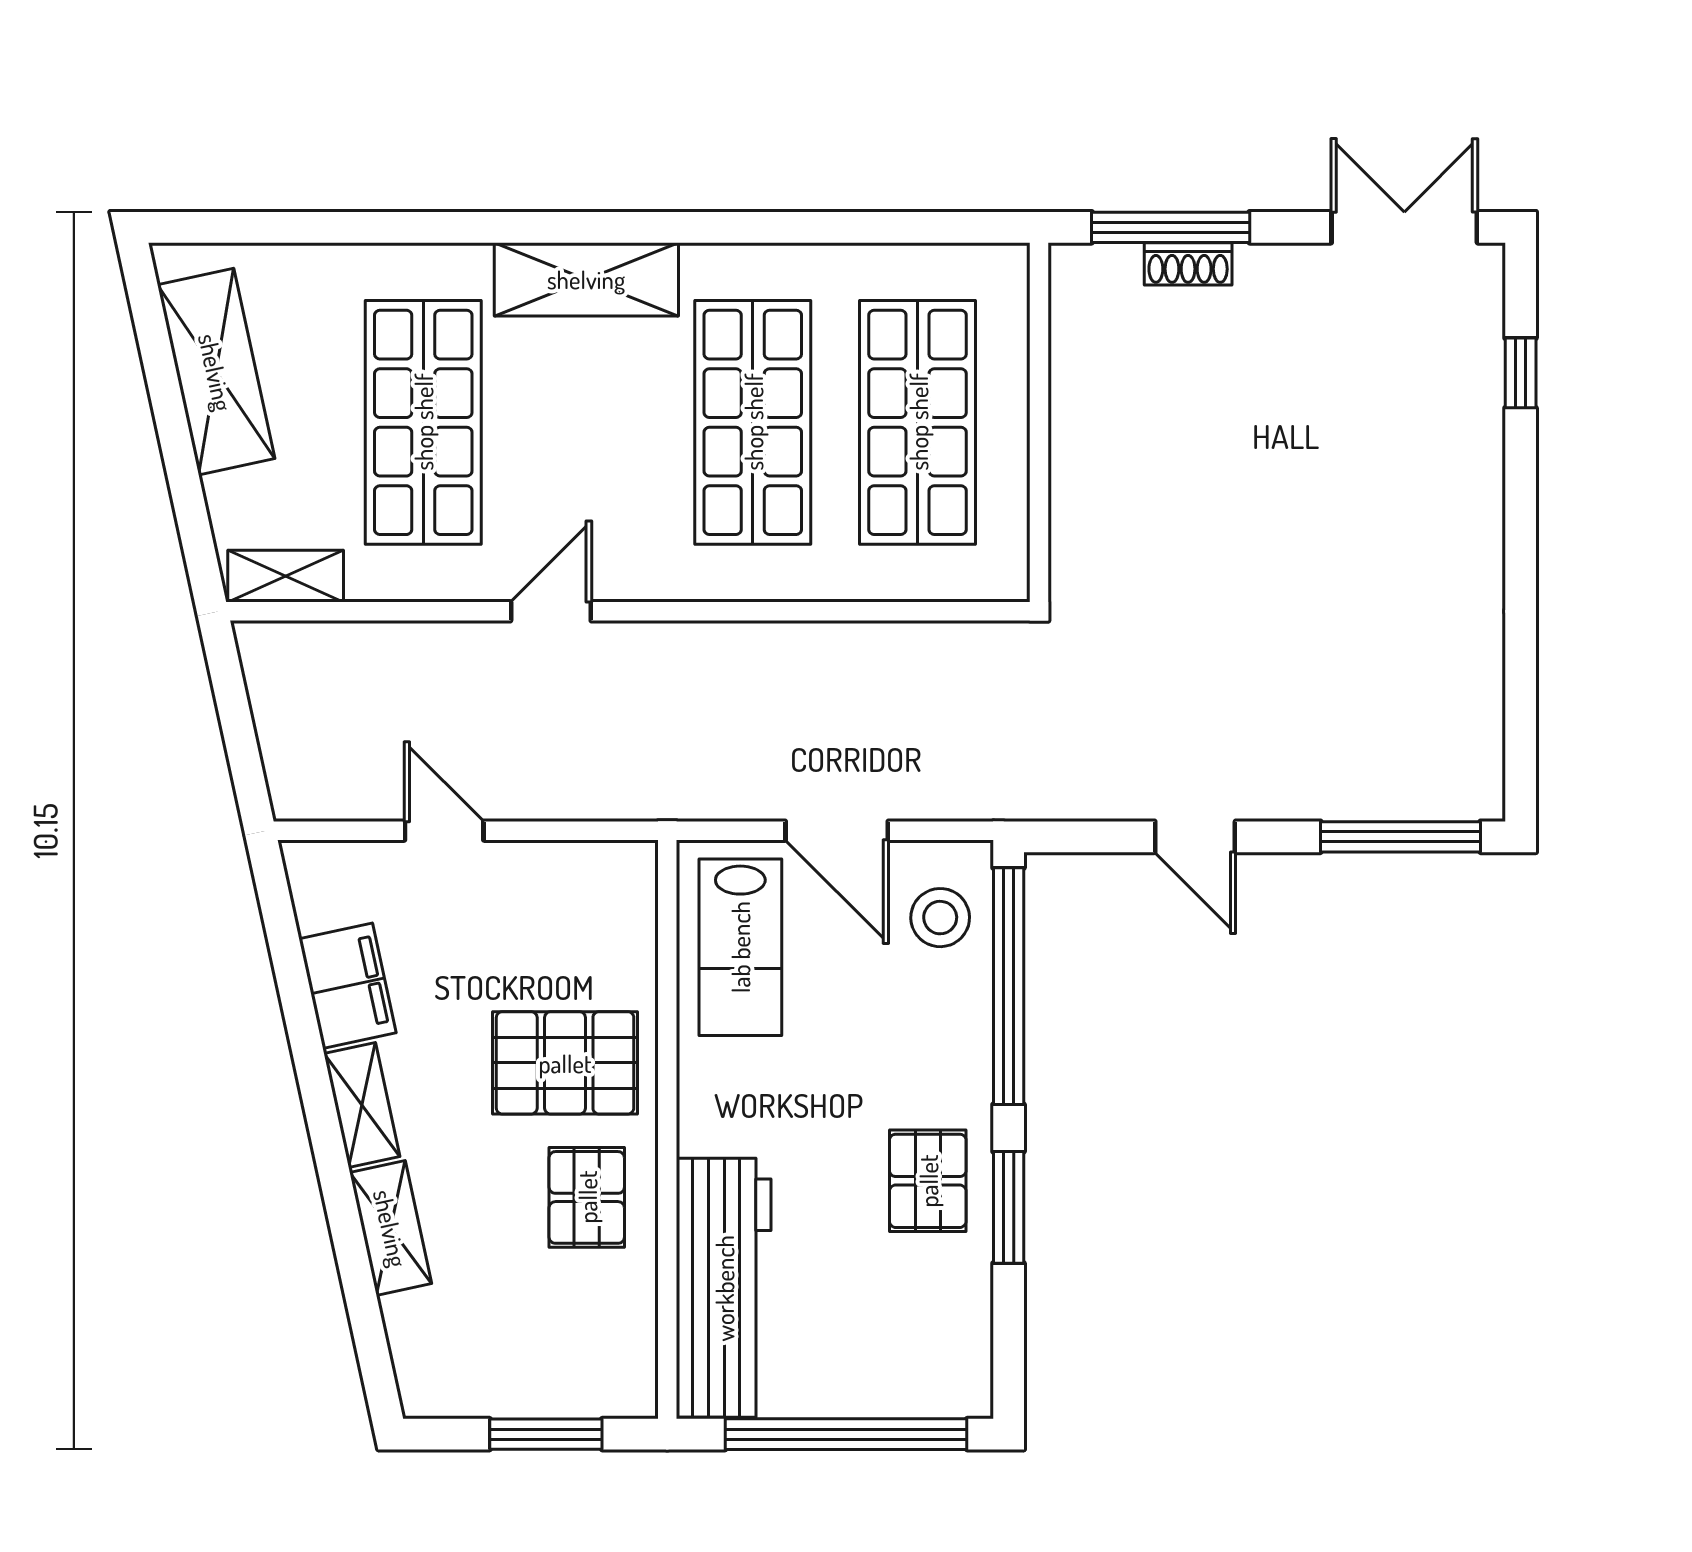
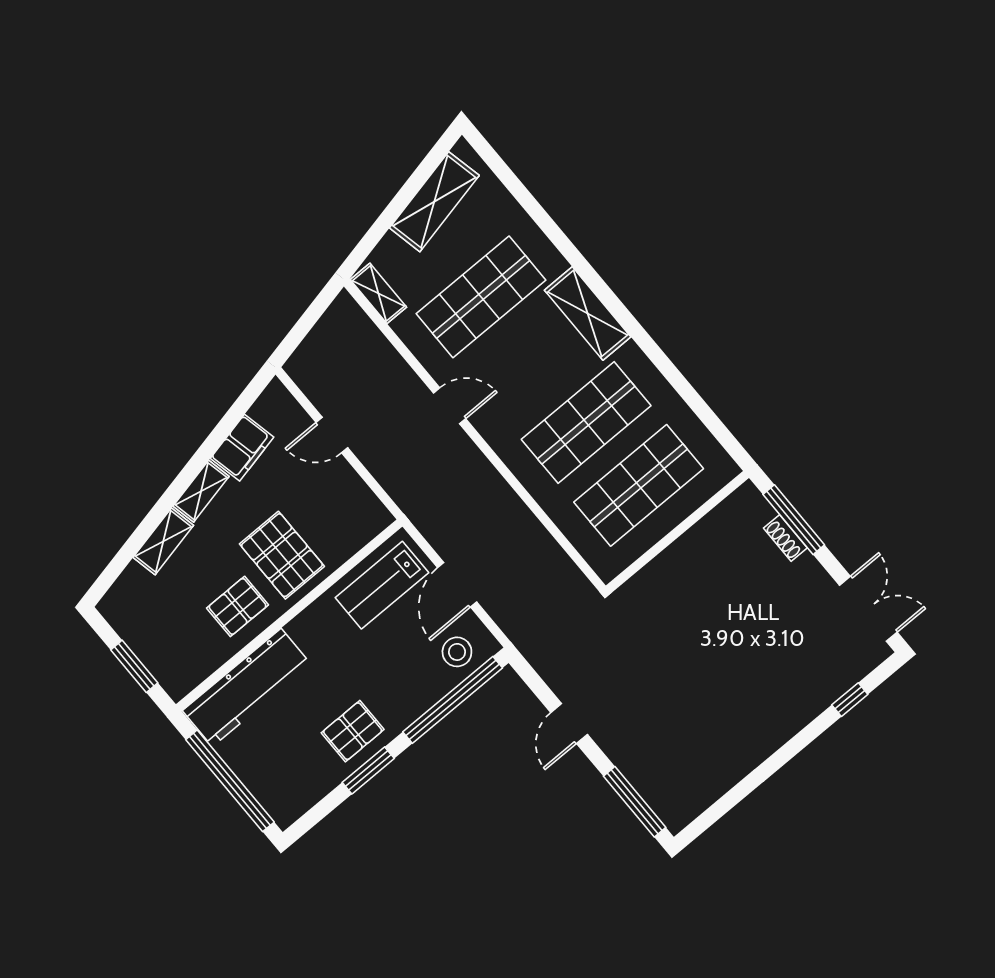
door: (444, 831) -> (332, 435), swing flipped

